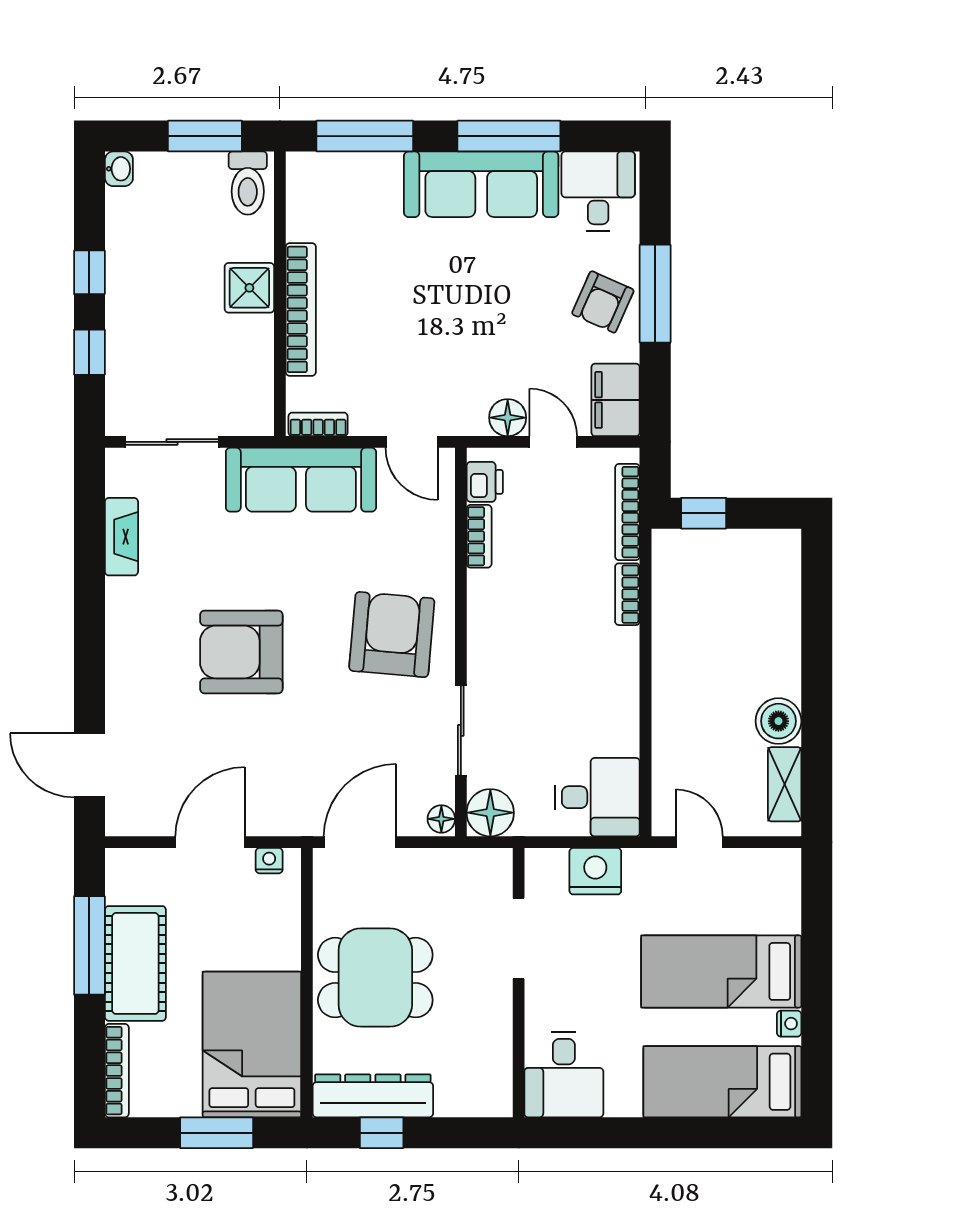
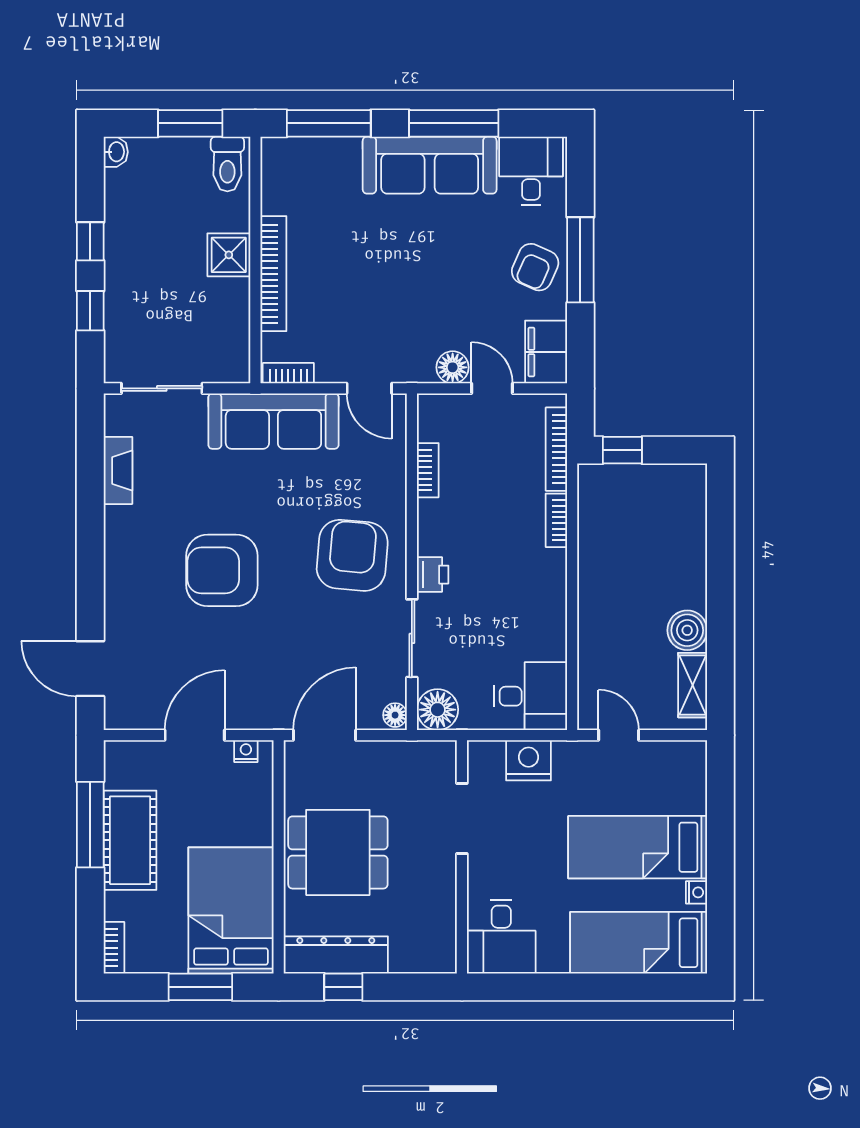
printer: (485, 482) -> (433, 575), moved
bookcase: (117, 1071) -> (114, 948), width x0.64

